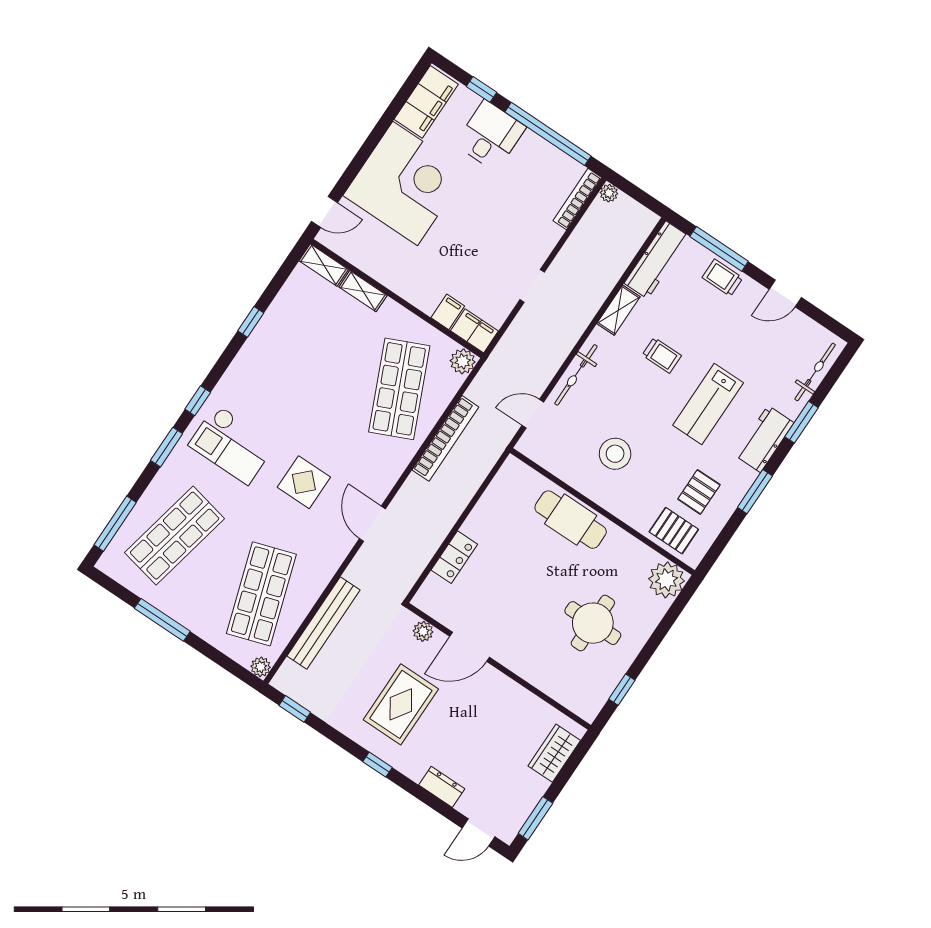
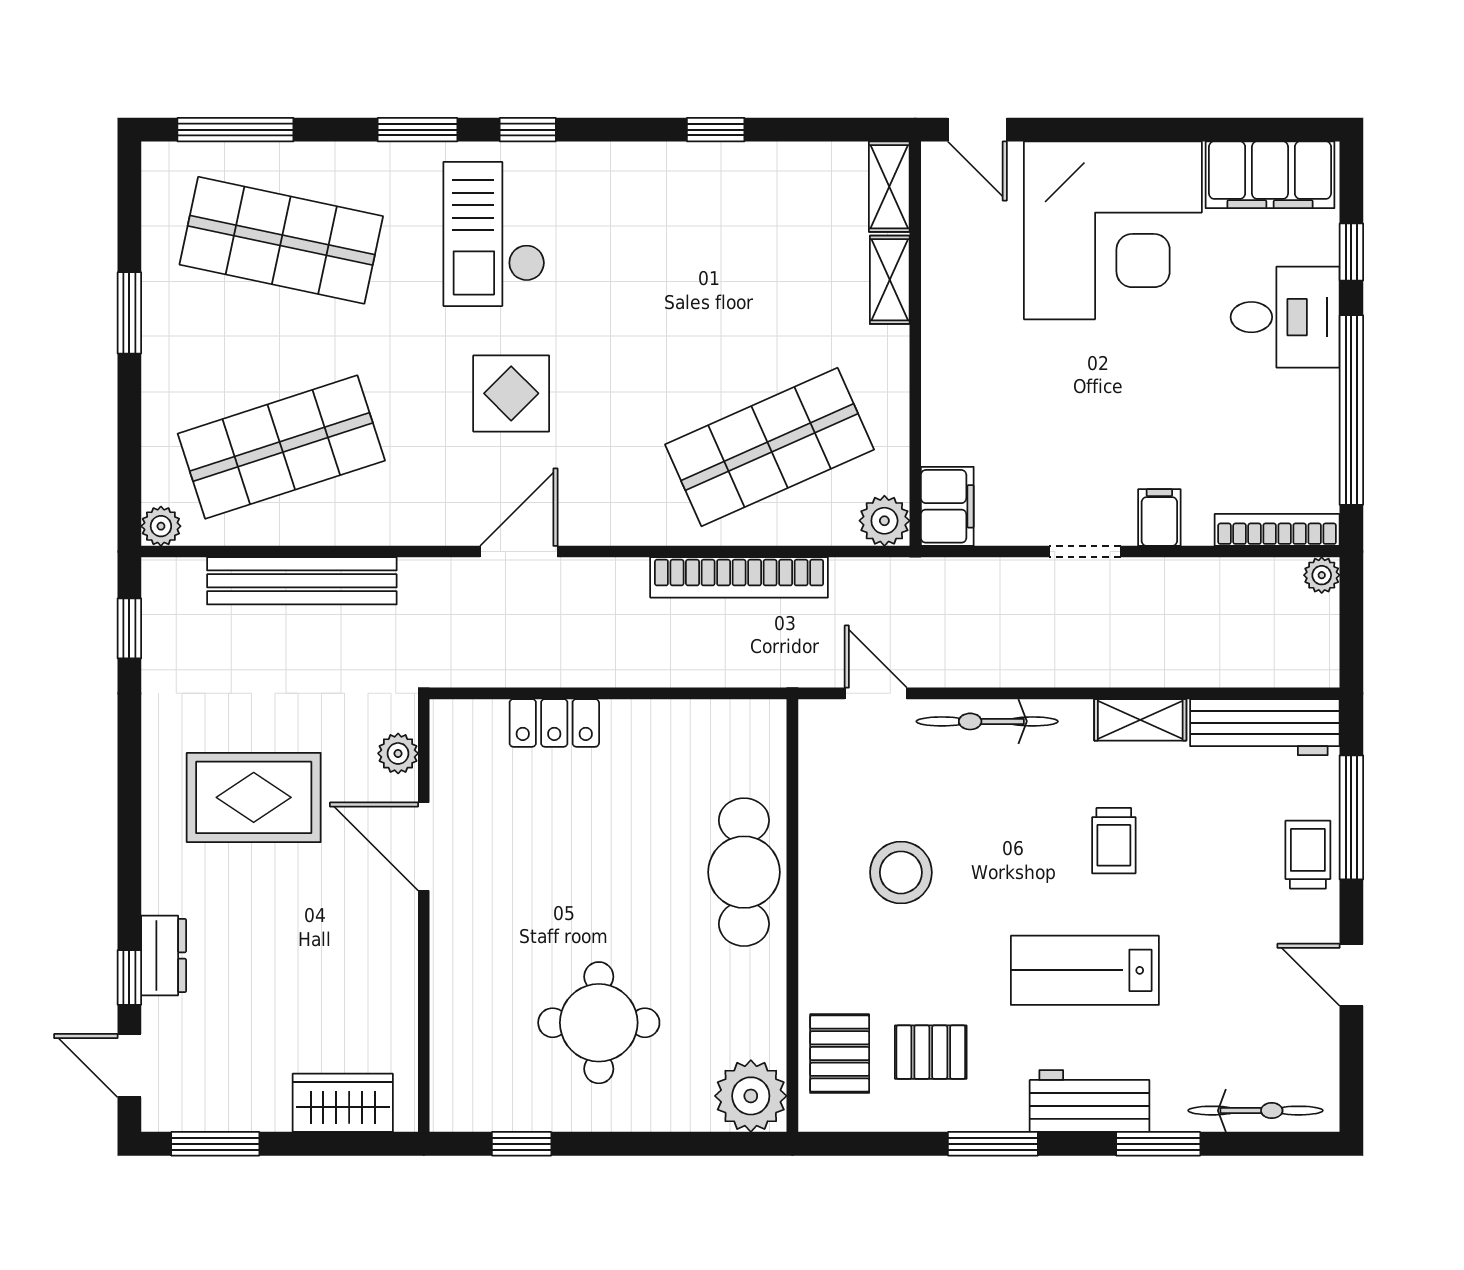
filing cabinet: (448, 312) -> (1159, 518), moved, turned -90
window: (162, 620) -> (129, 313), width x0.69
window: (378, 765) -> (129, 977), moved

